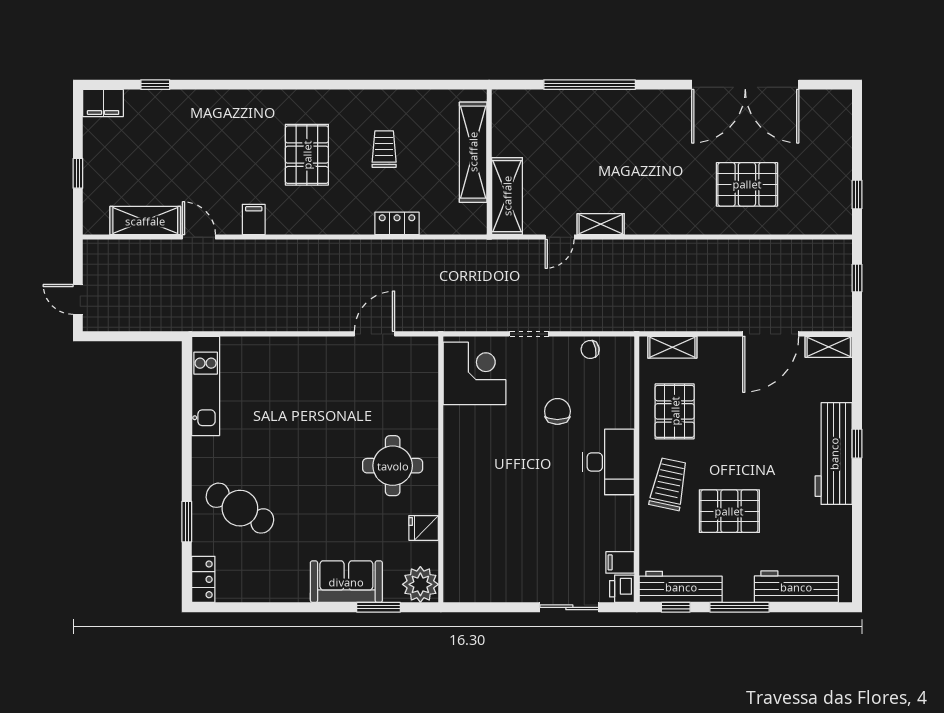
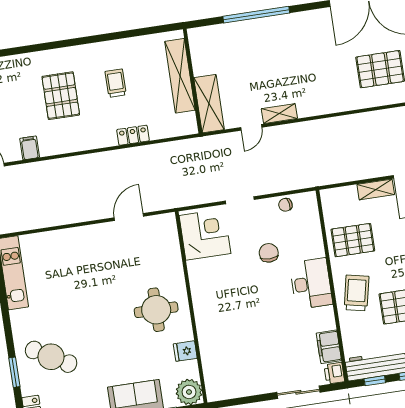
shelving: (672, 347) -> (376, 189), moved
pallet: (675, 411) -> (353, 240), turned 90
filing cabinet: (620, 562) -> (329, 347), width x2.00

